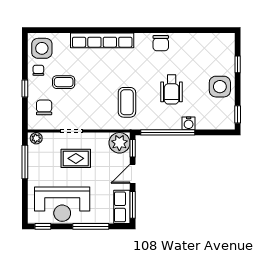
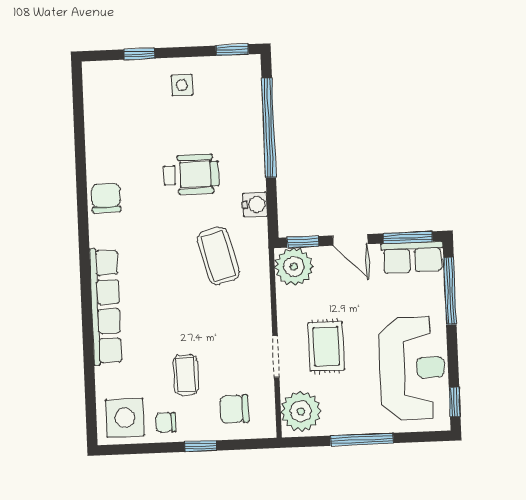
chair: (161, 43) -> (106, 198), turned -90
side table: (220, 87) -> (182, 85), width x0.54, depth x0.54
coffee table: (127, 102) -> (218, 256), turned 75
water cooler: (189, 123) -> (255, 205), moved
window: (168, 132) -> (269, 128), moved
plant: (36, 138) -> (301, 411), width x1.87, depth x1.87
window: (25, 162) -> (362, 439), moved
window: (91, 226) -> (450, 291), moved

